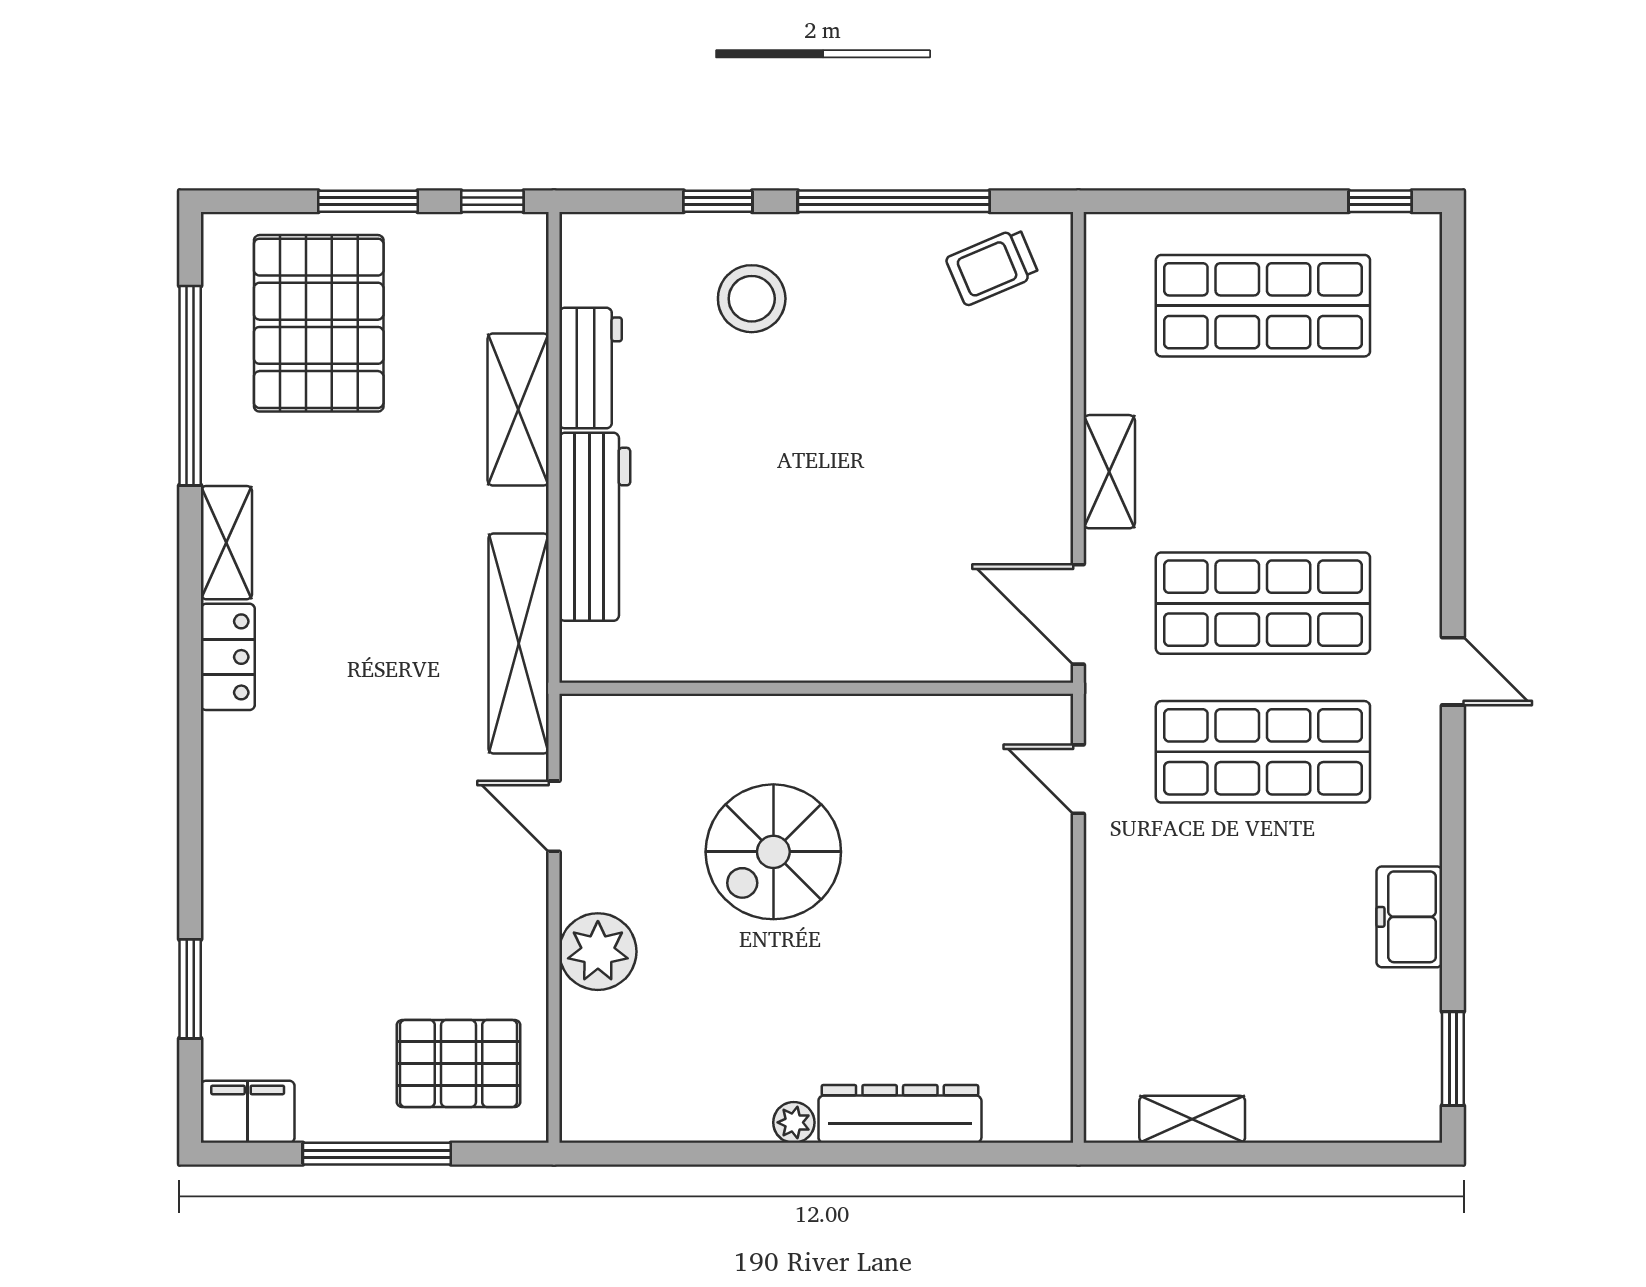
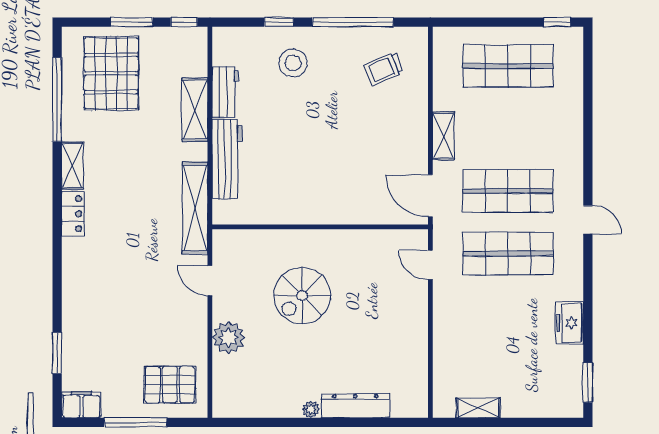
trolley: (992, 267) -> (384, 69), moved

